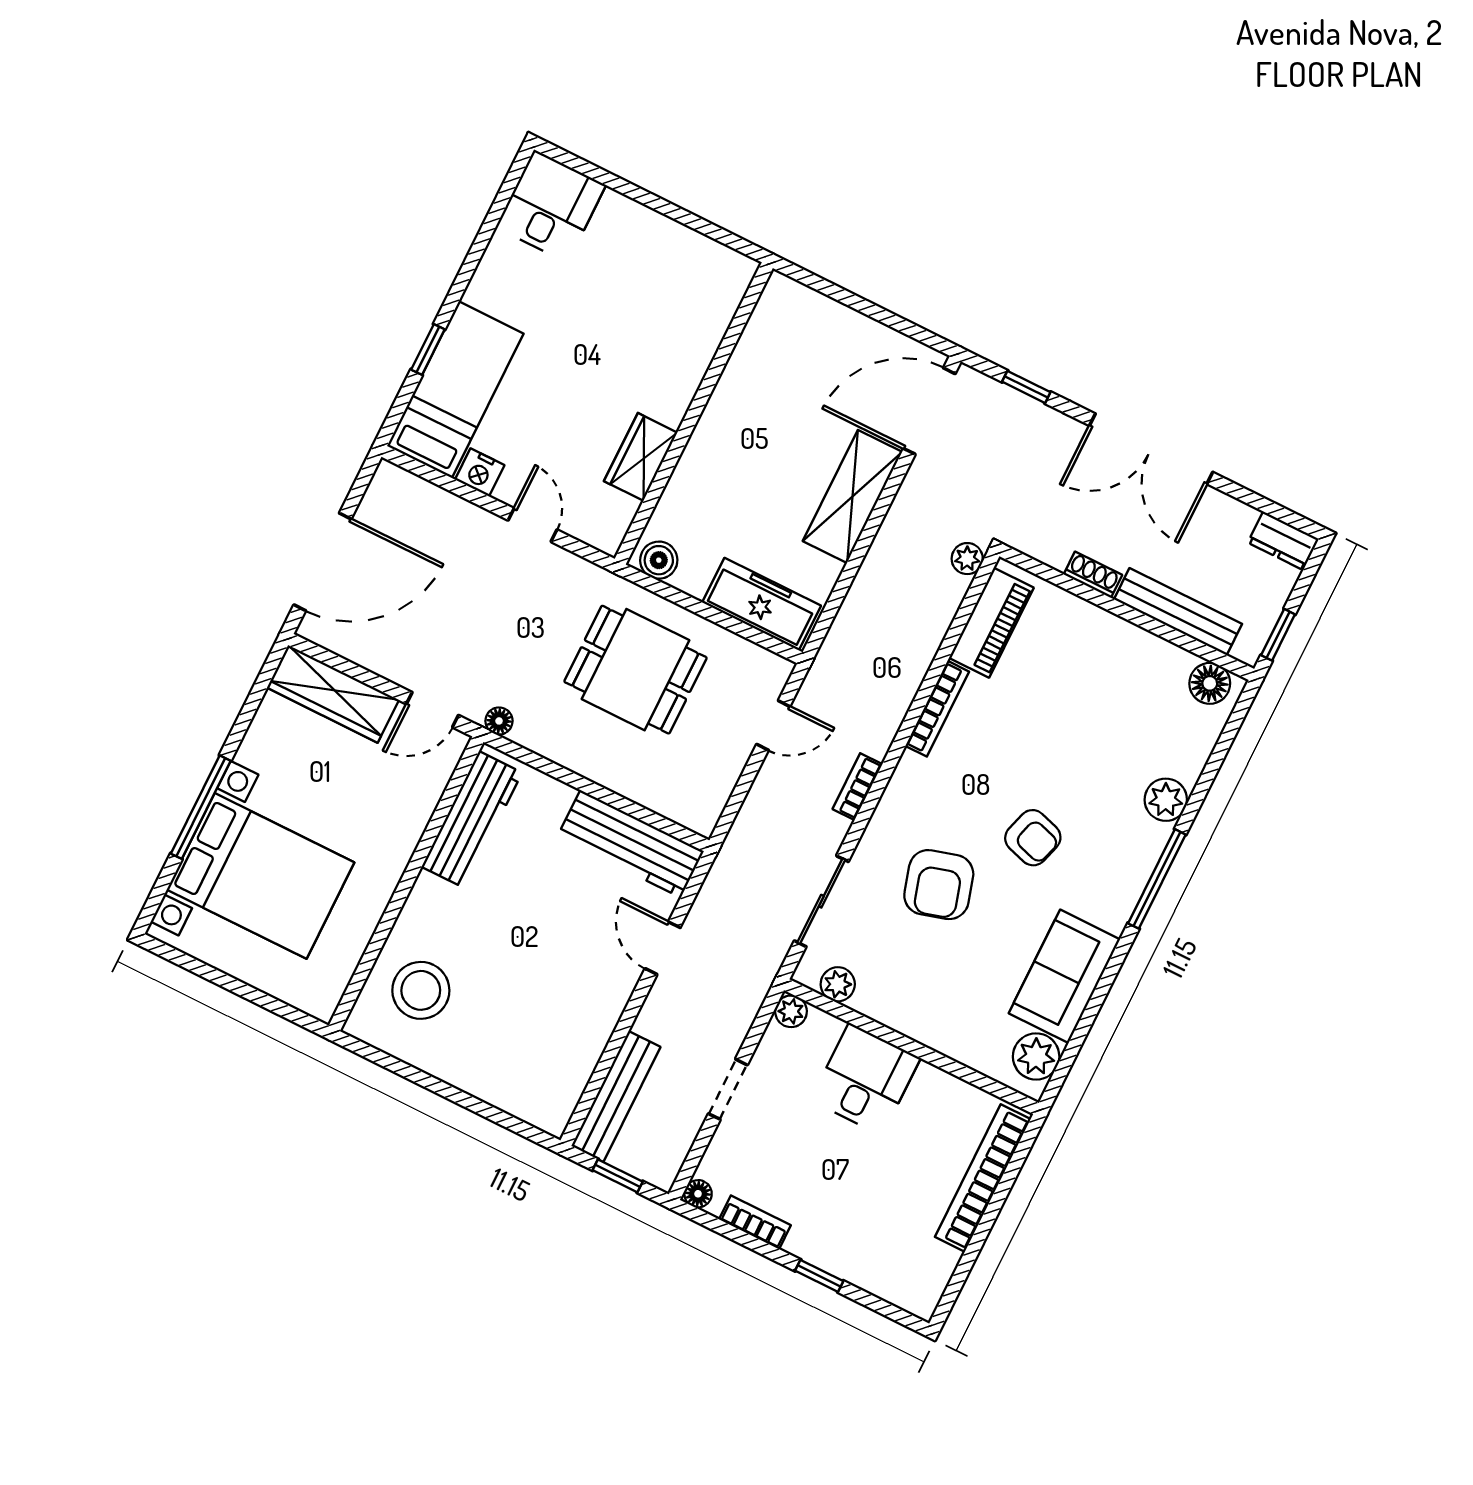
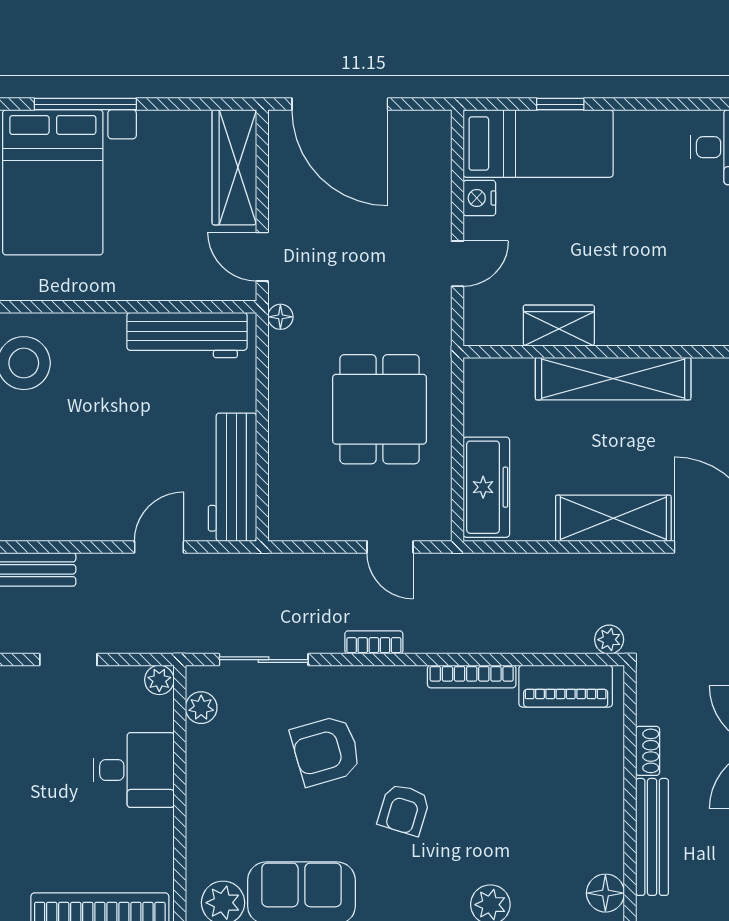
shelving: (718, 430) -> (613, 379), added
boiler: (659, 560) -> (480, 383), removed

